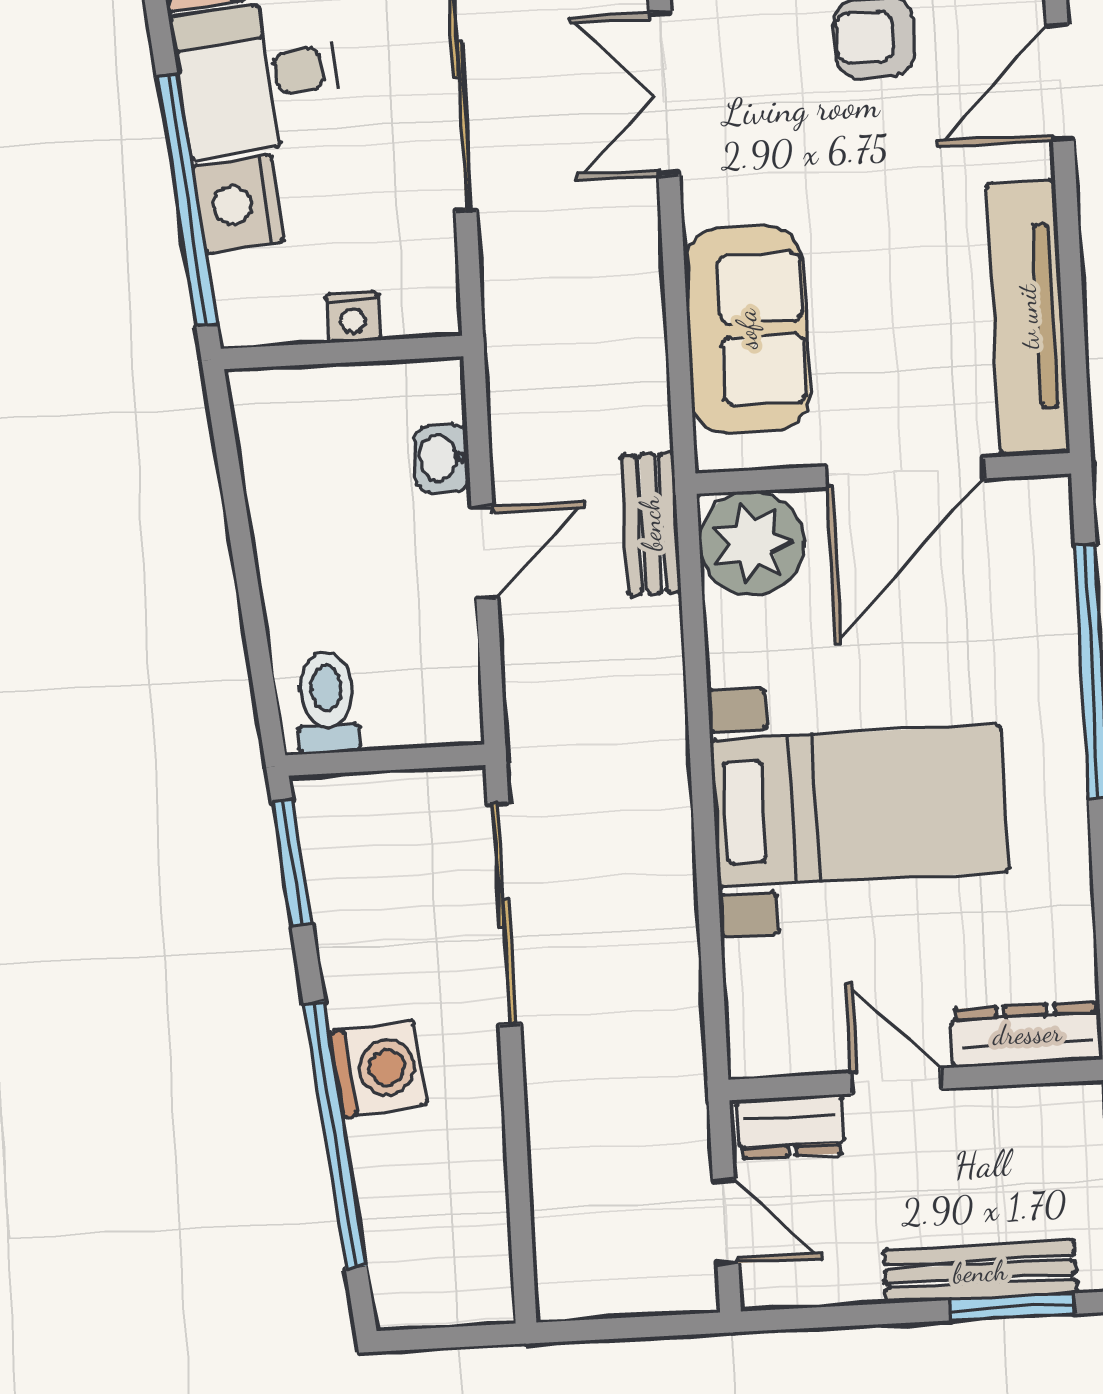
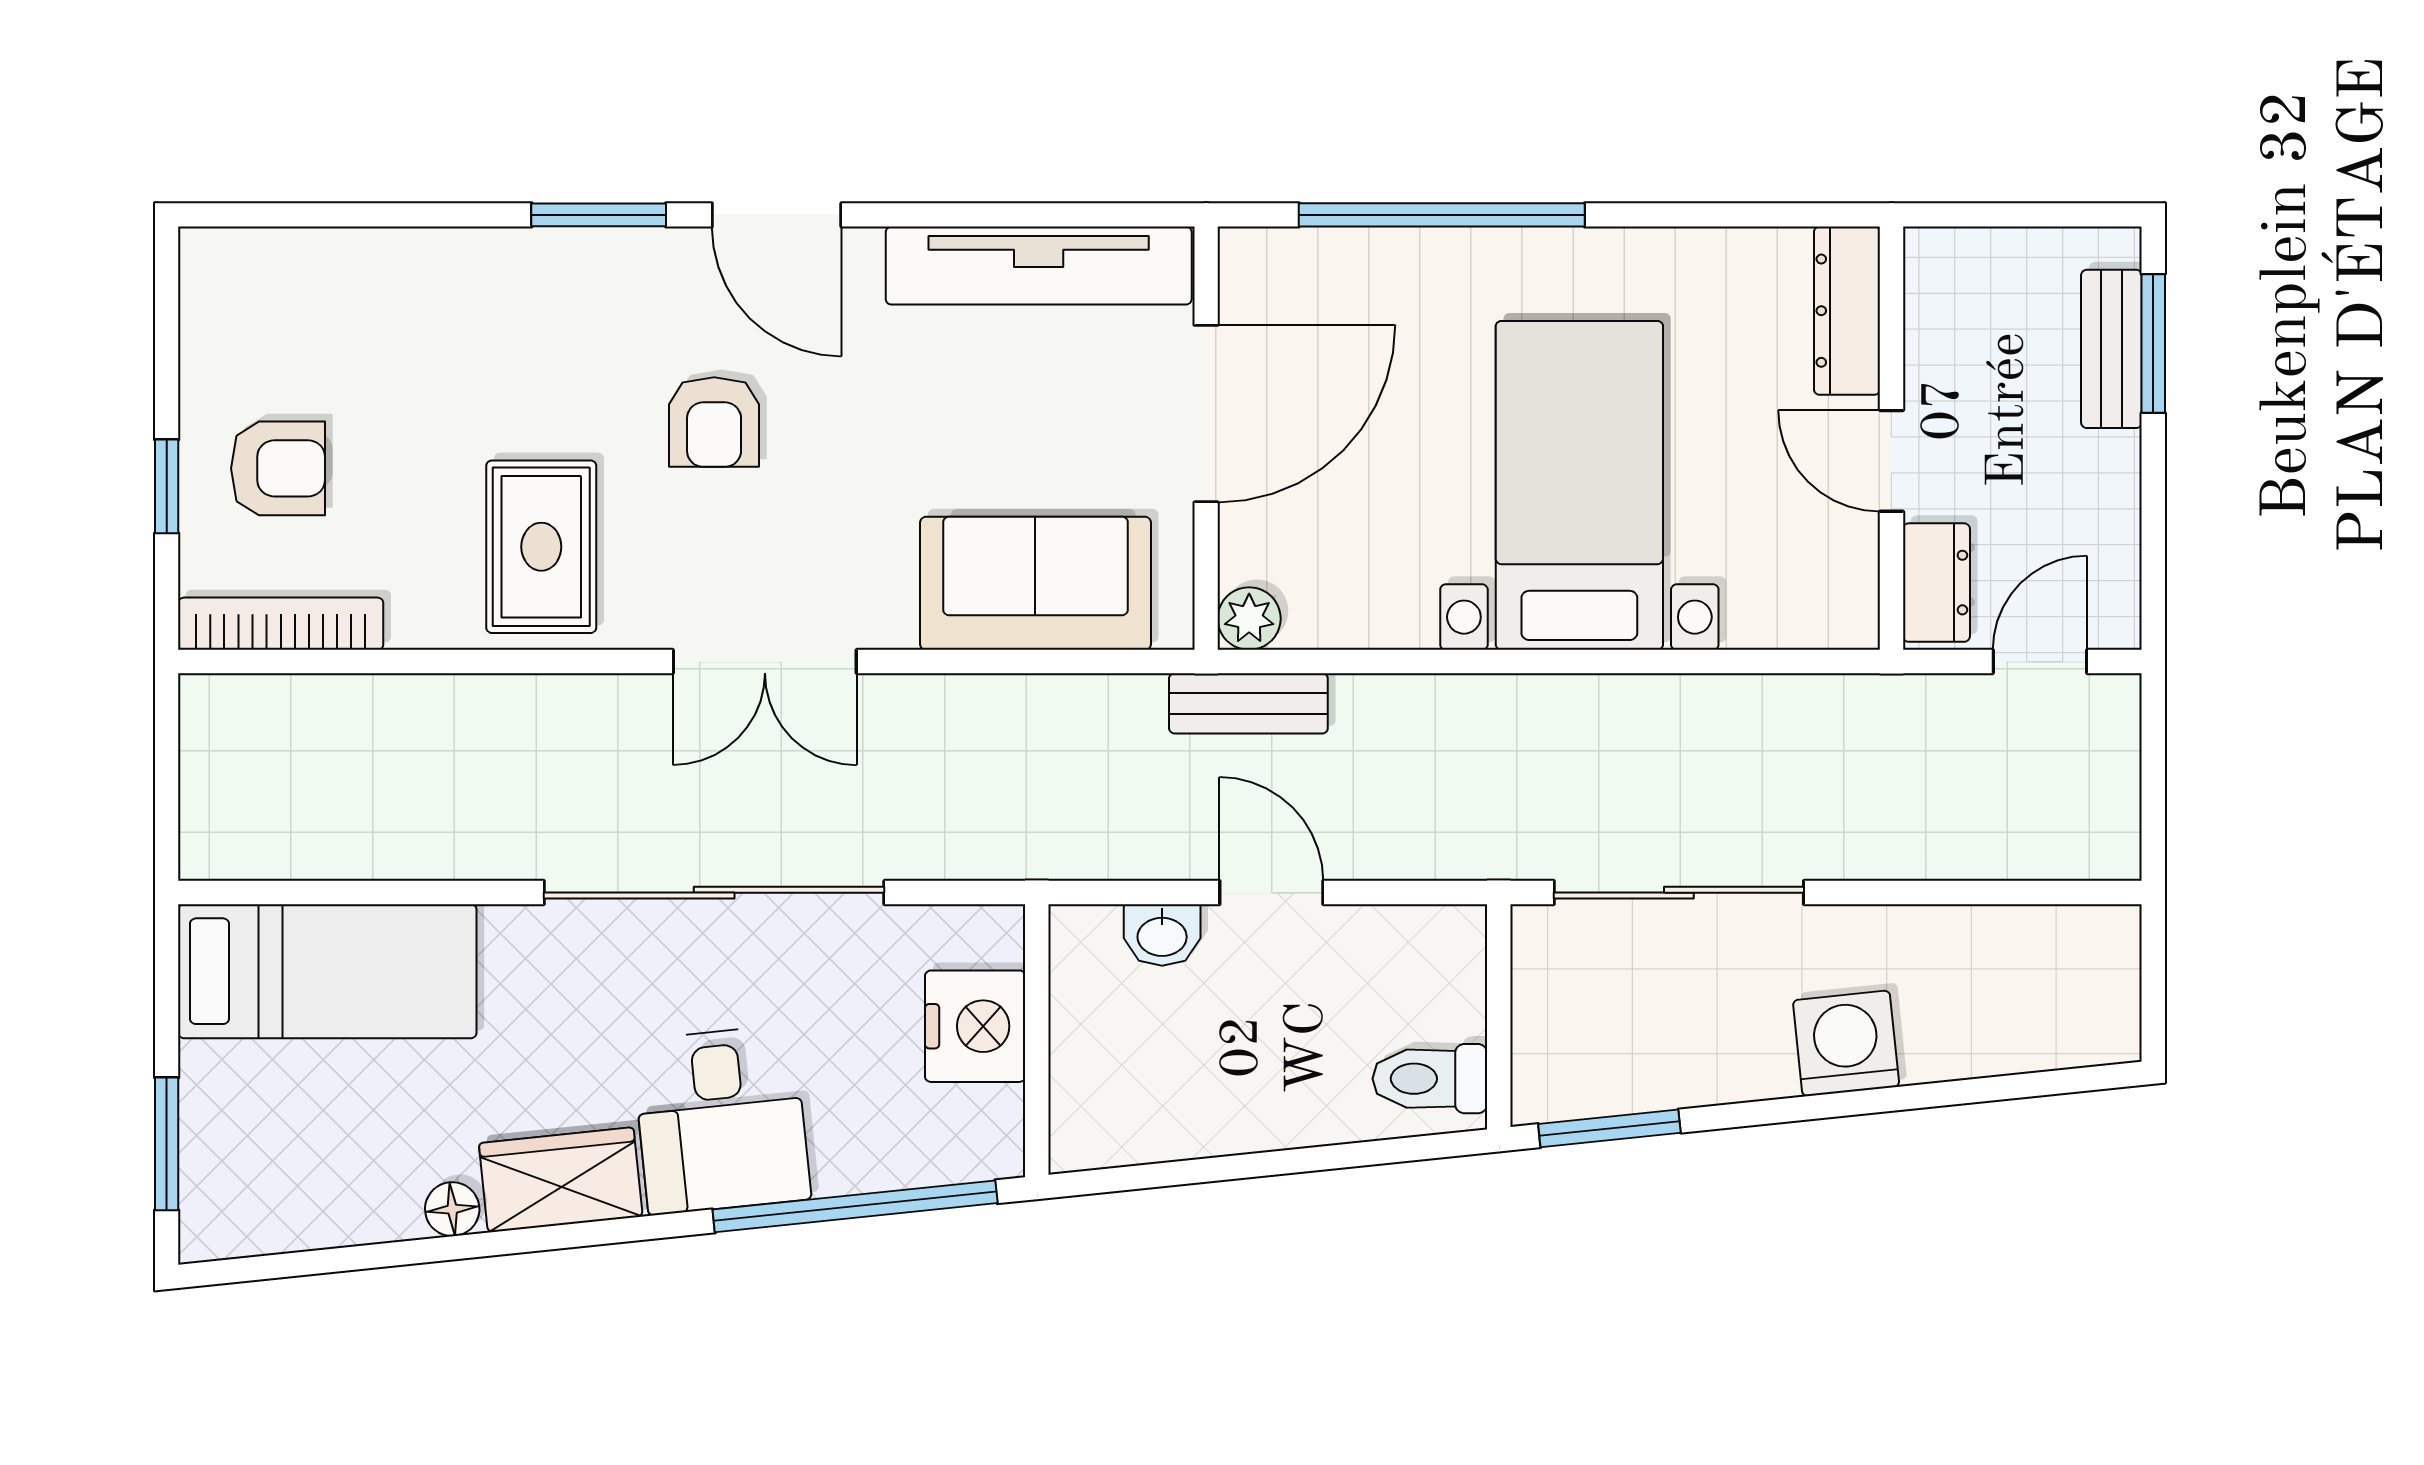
nightstand: (238, 204) -> (863, 1149), removed
nightstand: (353, 317) -> (975, 1026), width x1.89, depth x1.79
door: (905, 472) -> (1206, 414), hinge flipped
plant: (751, 543) -> (1249, 619), width x0.53, depth x0.53
door: (896, 1081) -> (1891, 461), hinge flipped
window: (335, 1135) -> (1918, 1096), removed
bench: (980, 1272) -> (2111, 349), width x0.73

